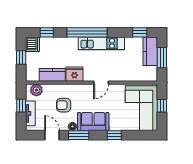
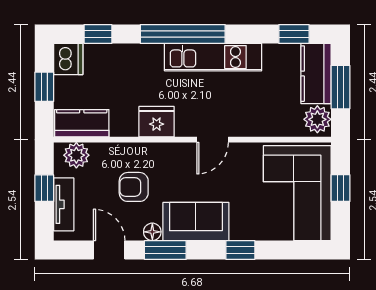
plant: (151, 73) -> (317, 119), added
kitchen counter: (52, 75) -> (82, 123), moved

